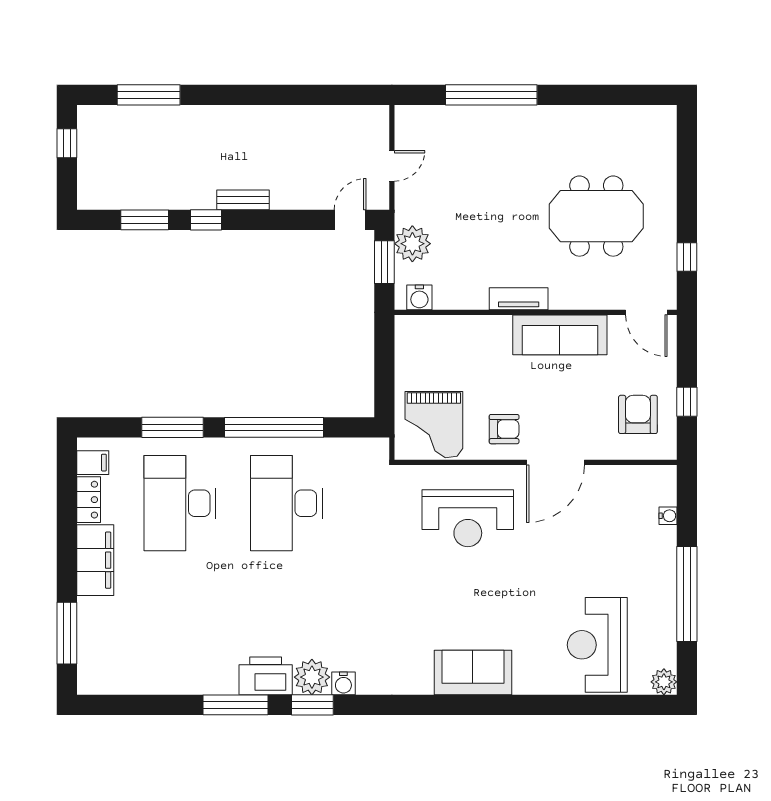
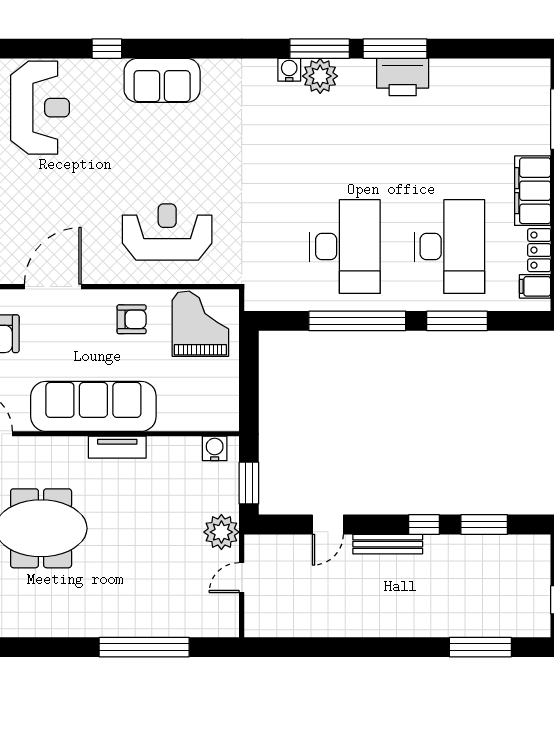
bench: (243, 200) -> (388, 544), width x1.36
door: (350, 220) -> (328, 525), moved
plant: (412, 244) -> (221, 532), moved
sofa: (560, 335) -> (93, 406), width x1.36, depth x1.27
armchair: (504, 429) -> (132, 319), turned 180
door: (555, 462) -> (53, 287), moved
printer: (266, 676) -> (403, 77), moved
window: (312, 705) -> (320, 49), width x1.44
window: (529, 705) -> (107, 49), added

